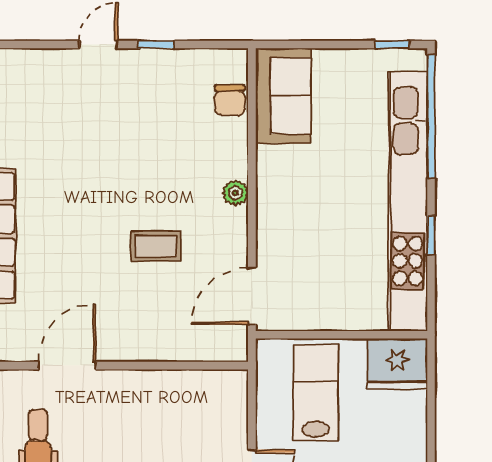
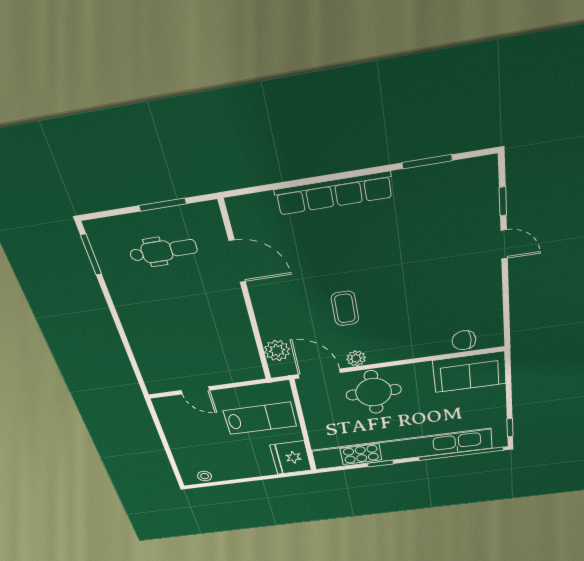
window: (156, 45) -> (503, 201), moved
plant: (235, 193) -> (356, 358), moved
round table: (296, 228) -> (374, 392), added
plant: (205, 345) -> (277, 351), added

